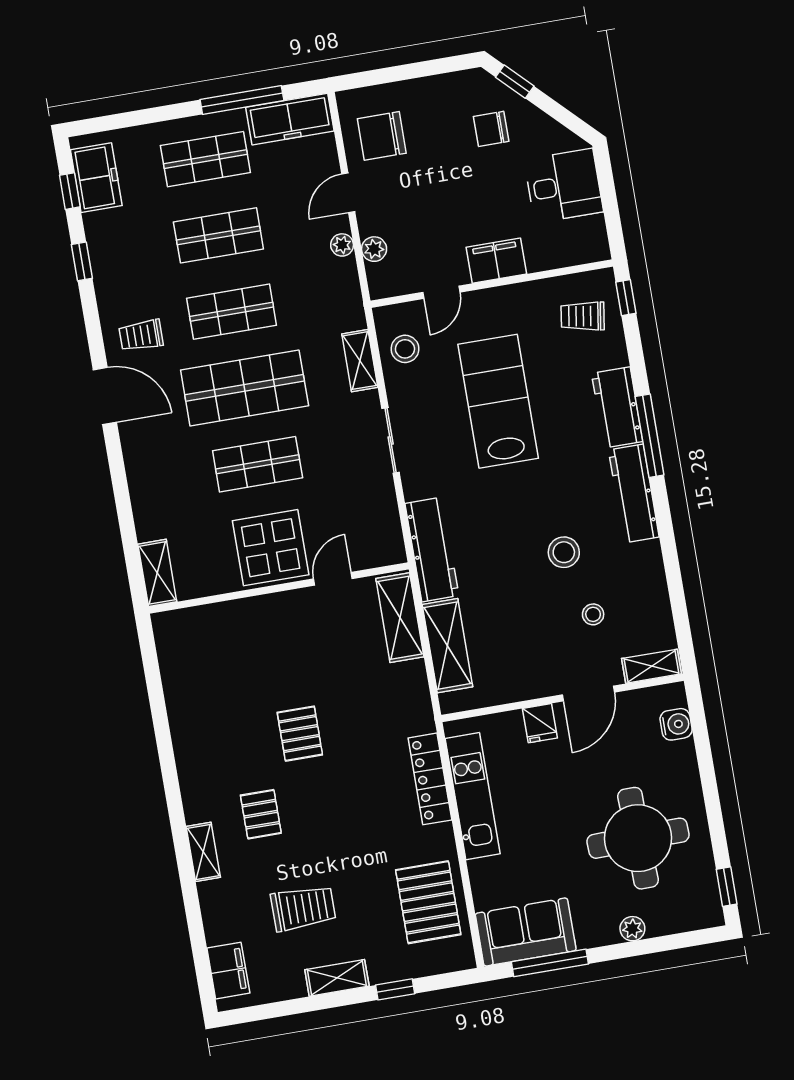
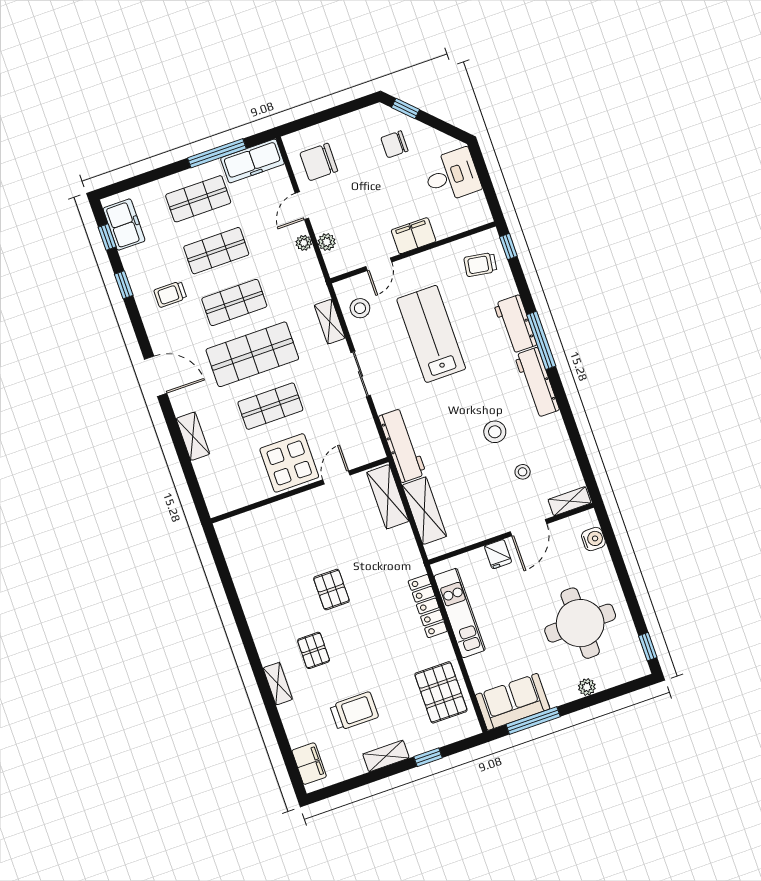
trolley: (141, 335) -> (170, 294), moved
shelving: (157, 573) -> (193, 436), moved

